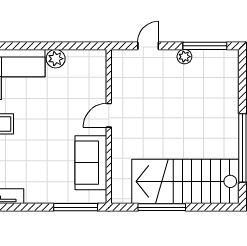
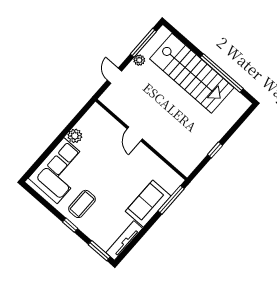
sofa: (91, 163) -> (148, 204), moved, turned 90
stairs: (185, 181) -> (192, 73), moved, turned -90
window: (162, 207) -> (215, 150), width x0.46

